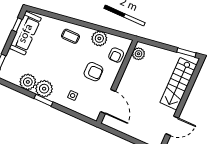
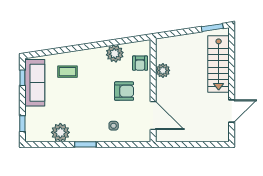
coffee table: (70, 36) -> (67, 72), moved
plant: (138, 54) -> (163, 70), moved
plant: (44, 89) -> (80, 132), removed

